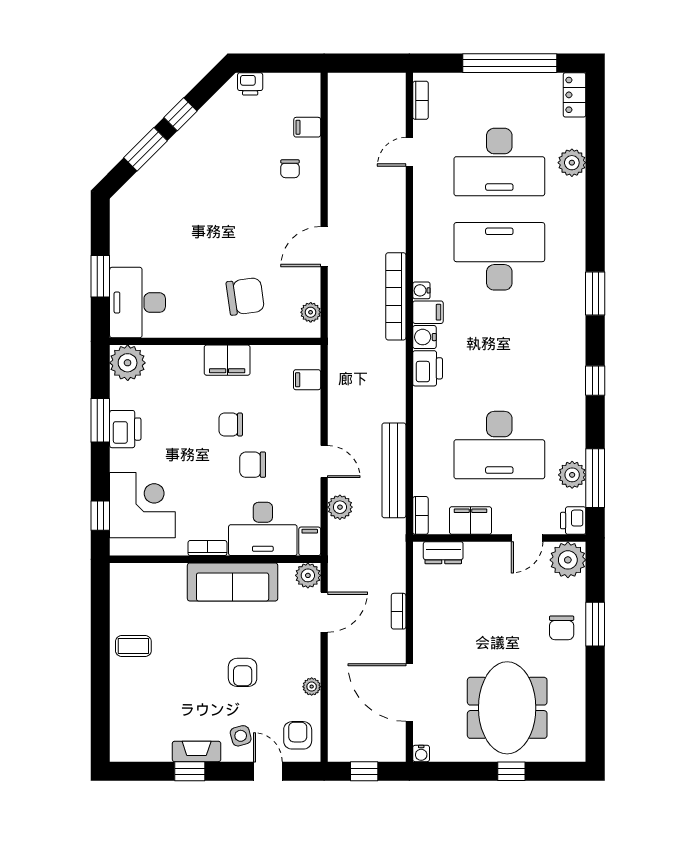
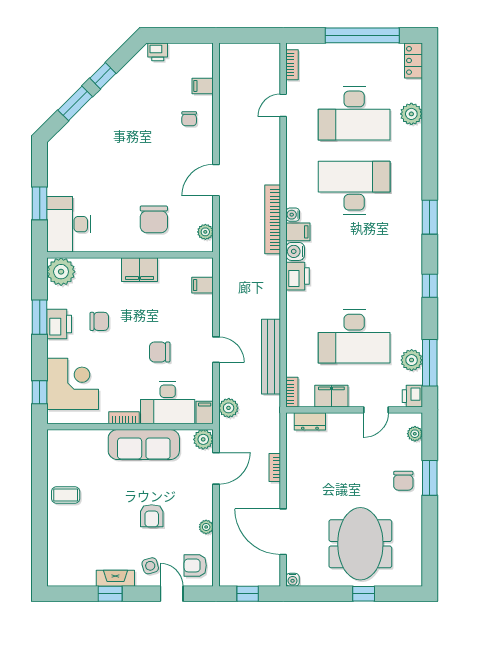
chair: (245, 296) -> (154, 219), turned 98
chair: (231, 424) -> (99, 321), moved, turned 180
plant: (340, 507) -> (229, 408), moved
plant: (568, 560) -> (415, 434), width x0.53, depth x0.53
armchair: (298, 735) -> (195, 565), turned -90

